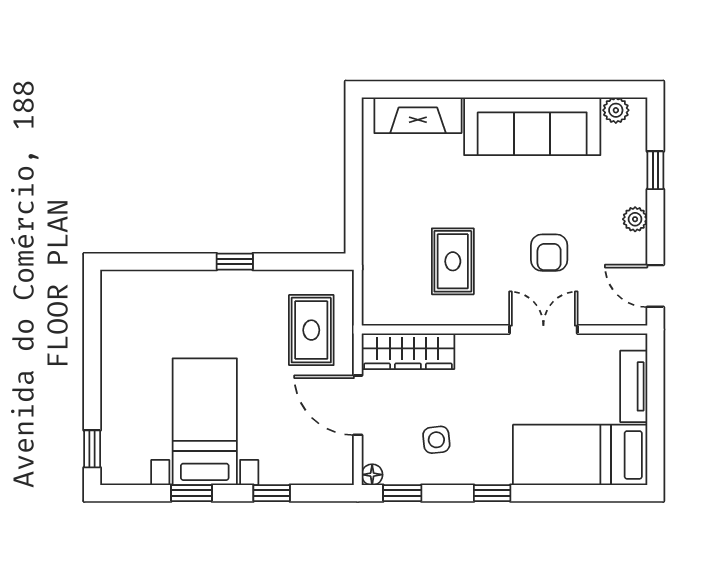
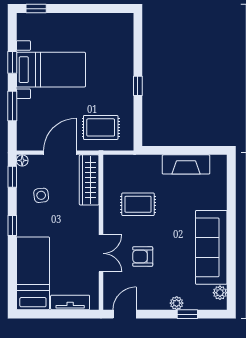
fireplace: (418, 115) -> (186, 164), moved, turned -90
plant: (635, 219) -> (177, 303), moved
window: (272, 493) -> (12, 106), width x1.50

